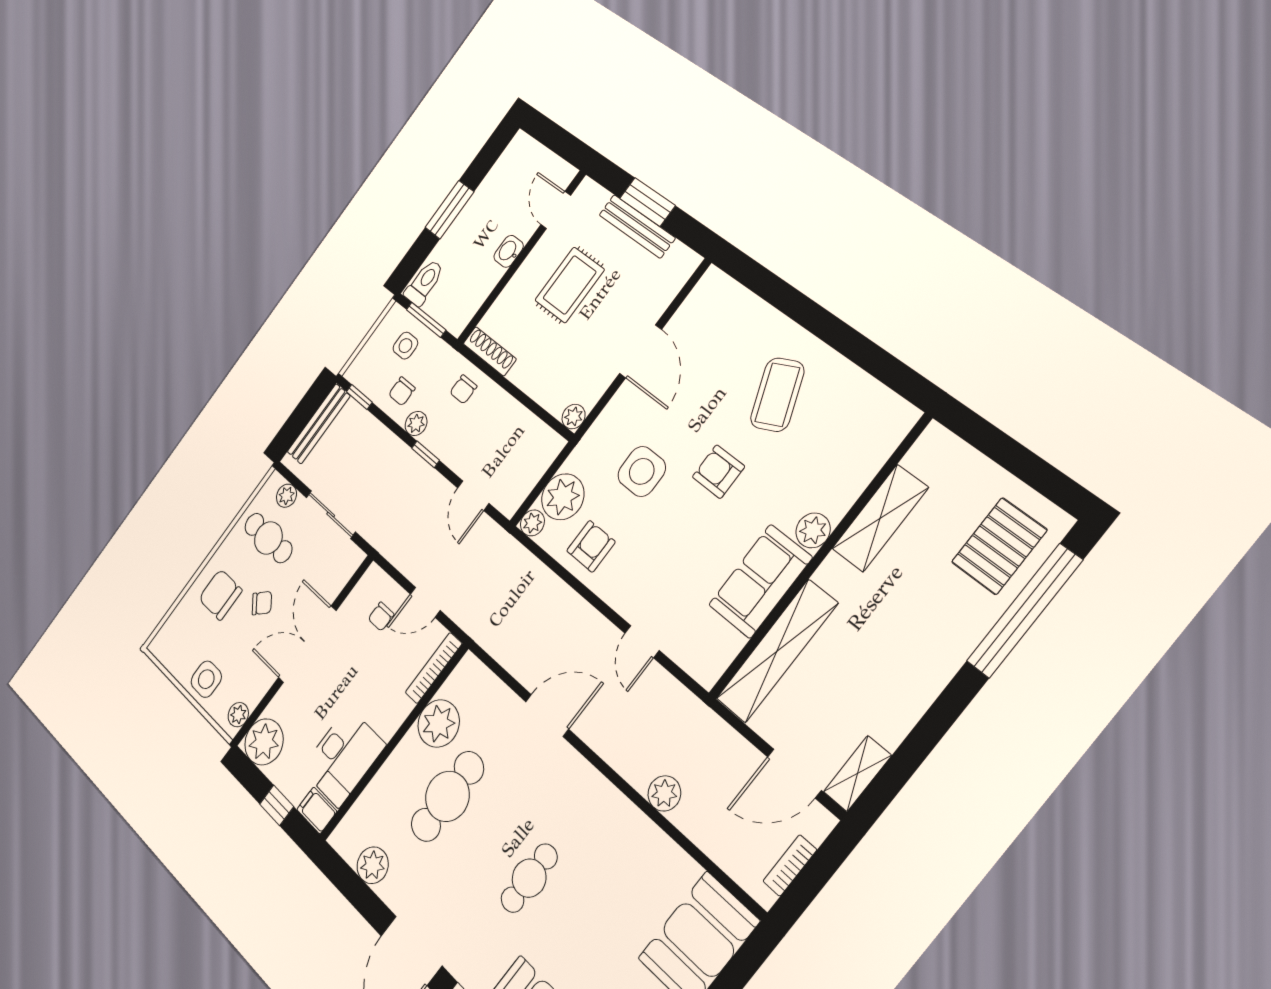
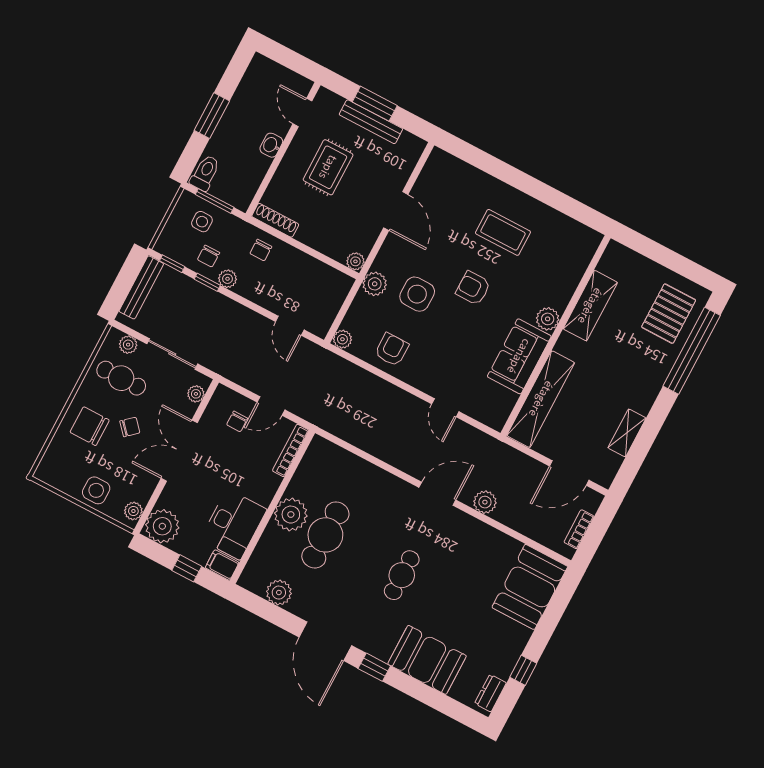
coffee table: (777, 395) -> (503, 232), turned -67
window: (426, 454) -> (207, 282), moved
plant: (563, 497) -> (375, 284), moved, width x0.73, depth x0.73
plant: (344, 572) -> (196, 394), added
door: (547, 715) -> (437, 494), moved
plant: (439, 723) -> (291, 515), moved
shelving: (857, 774) -> (627, 433), moved

